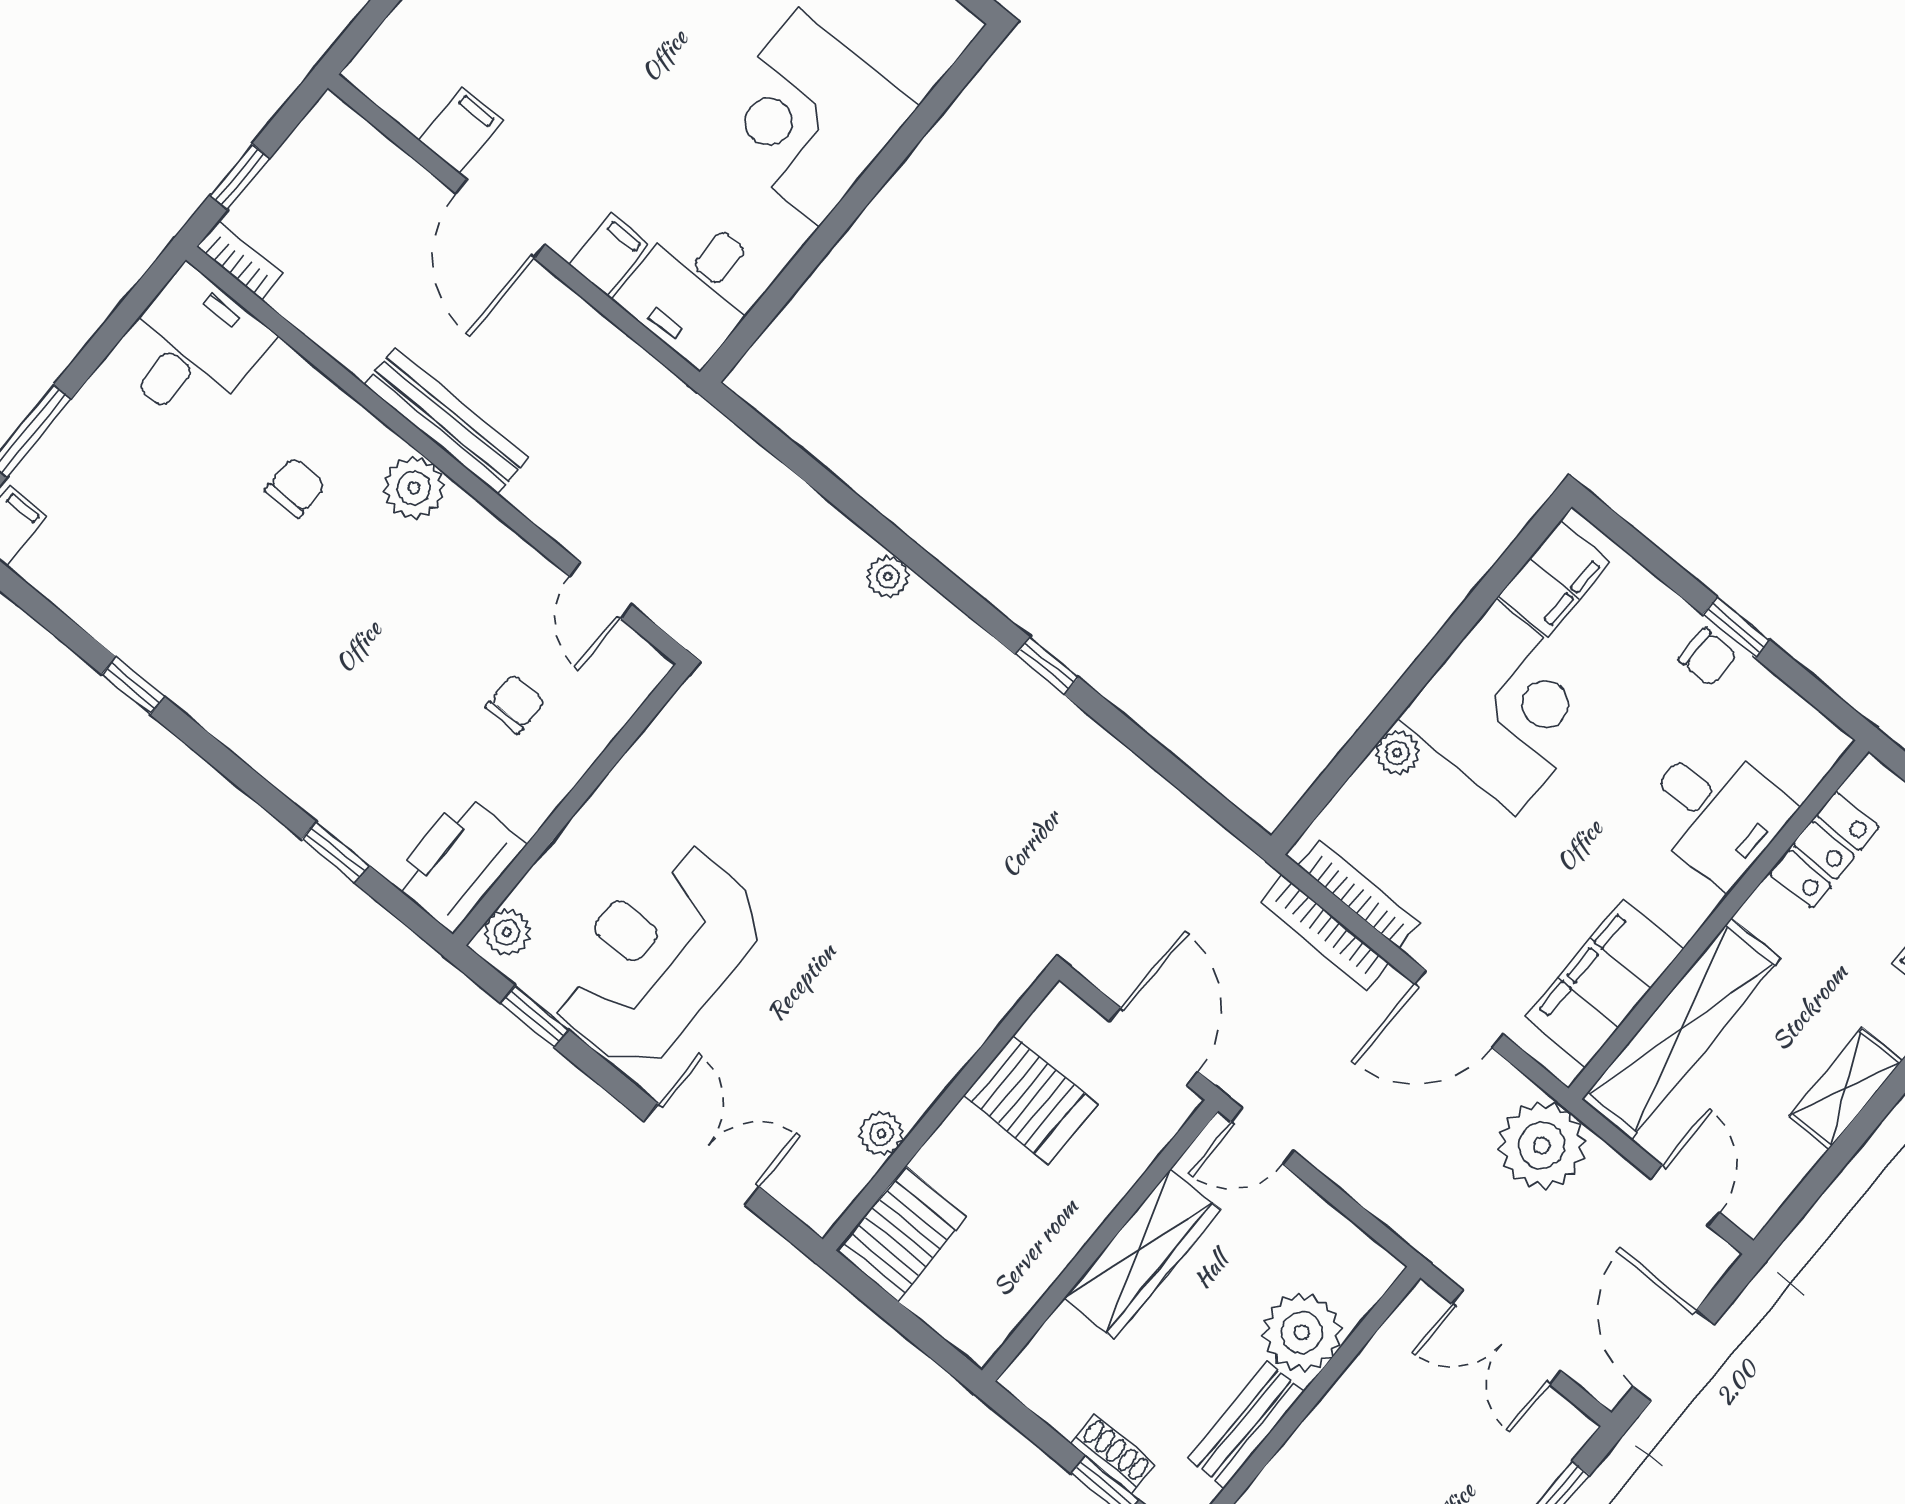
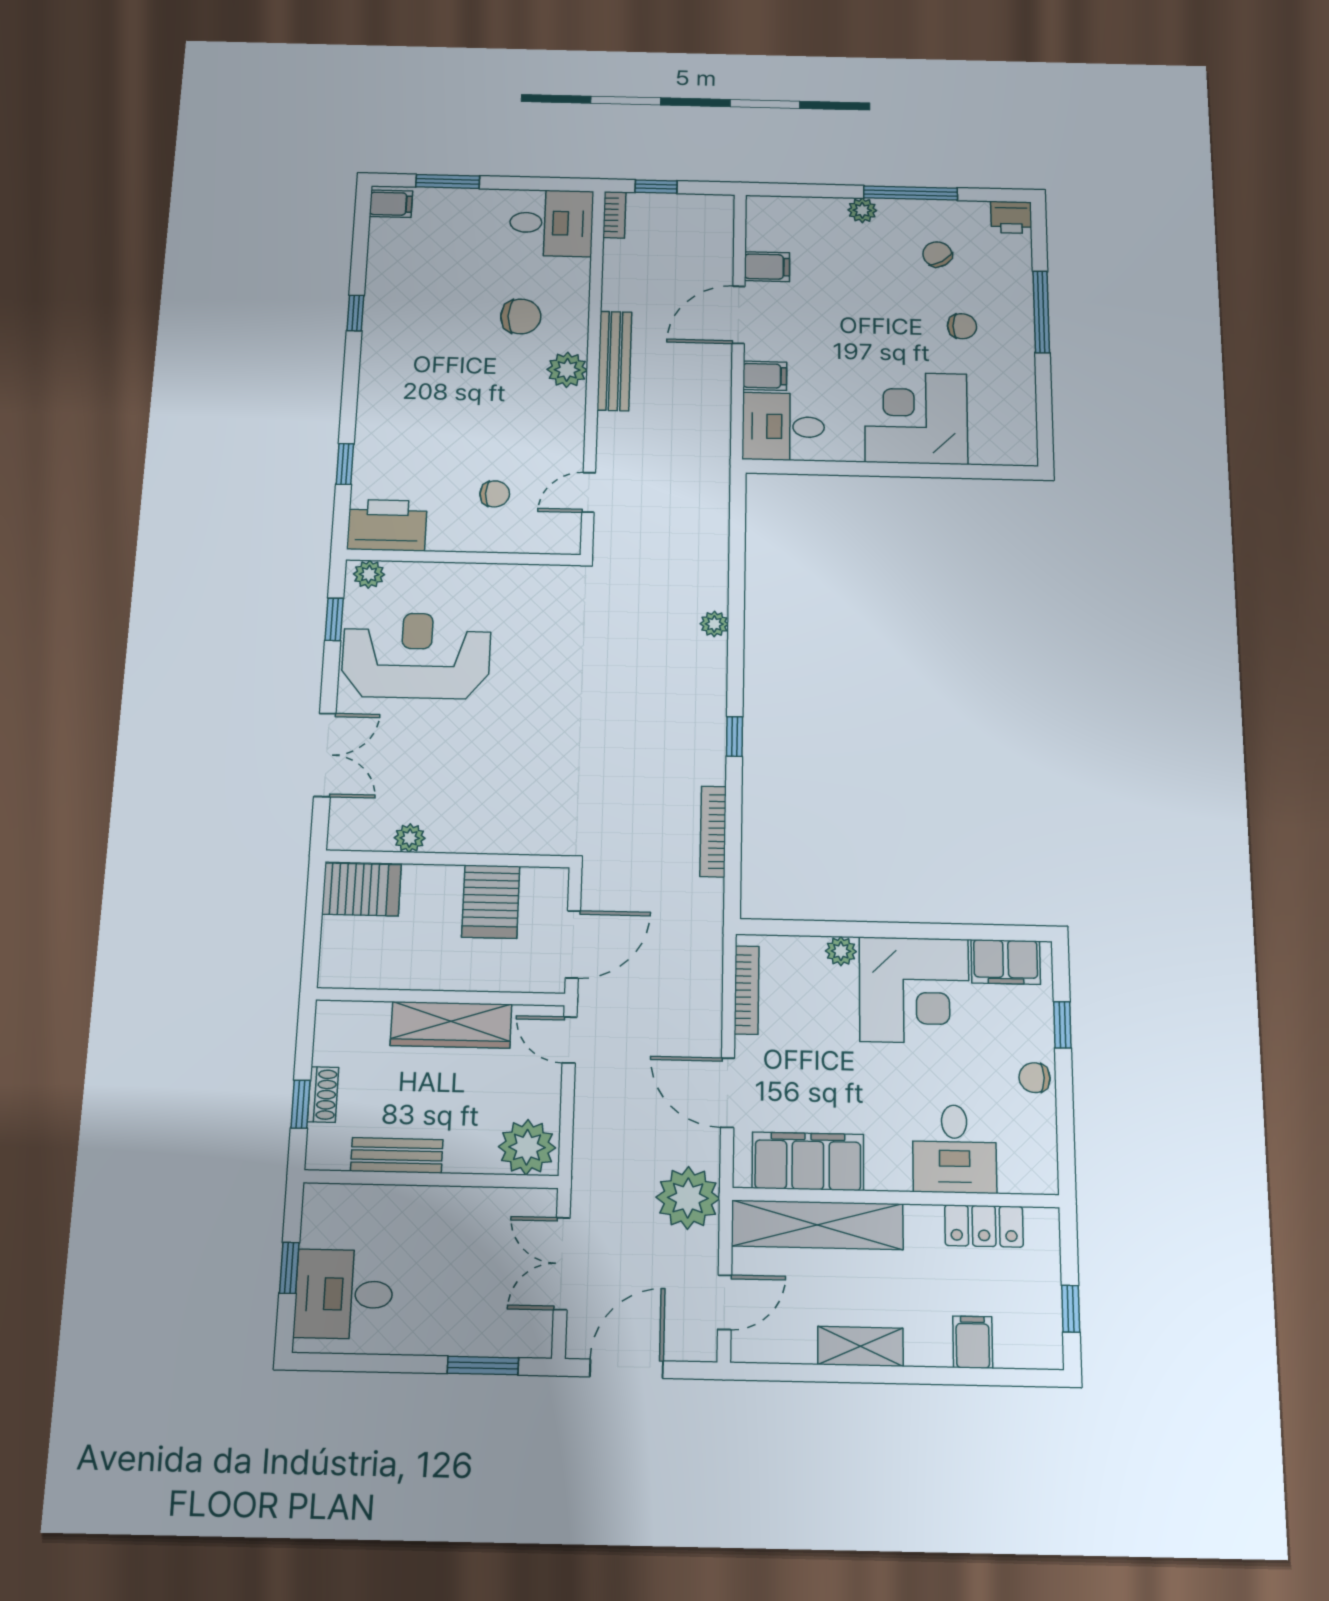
chair: (295, 487) -> (521, 316), width x1.37, depth x1.37
window: (1736, 627) -> (1062, 1025), moved
chair: (1708, 657) -> (1035, 1078), turned 90
bookcase: (1325, 933) -> (713, 831), moved
plant: (1302, 1332) -> (527, 1147), moved

